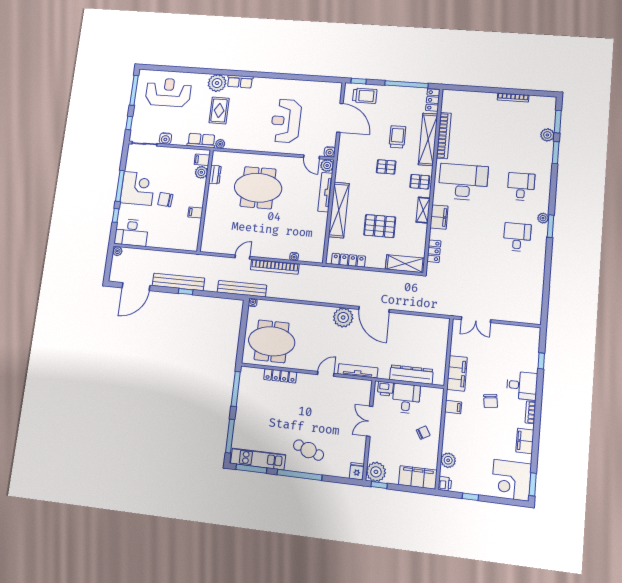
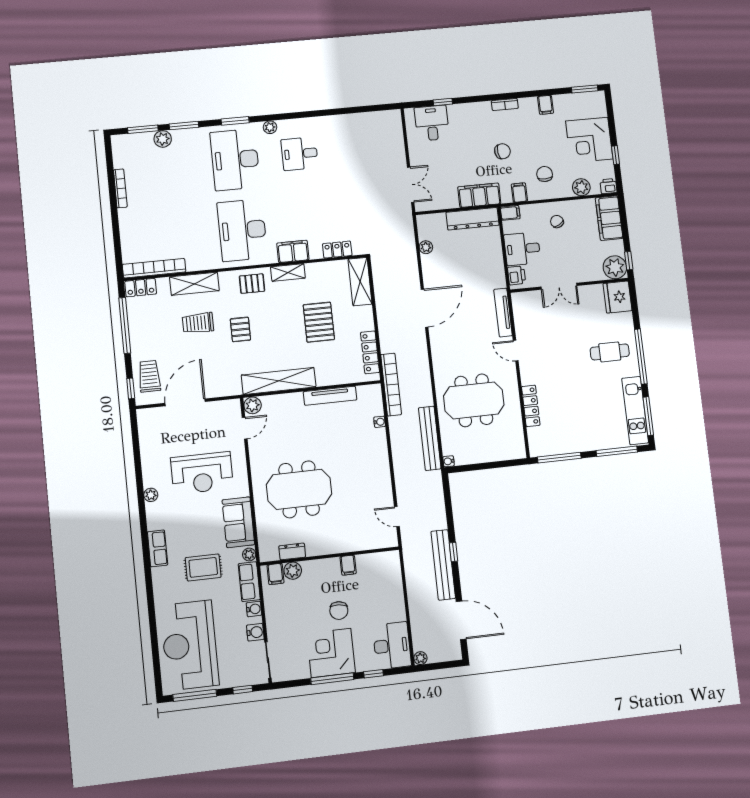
plant: (217, 83) -> (151, 495), moved, width x0.53, depth x0.53
reception desk: (168, 92) -> (190, 645), width x1.36, depth x1.30
bookcase: (444, 136) -> (154, 268), moved
shelving: (428, 139) -> (194, 284), width x0.68
sofa: (245, 140) -> (238, 522), added
water cooler: (330, 152) -> (254, 609), moved
pallet: (420, 182) -> (252, 284), turned 90
desk: (521, 187) -> (235, 160), width x1.87, depth x1.30
meeting table: (258, 188) -> (299, 489), turned 90
tv unit: (325, 192) -> (330, 396), moved
shelving: (339, 210) -> (279, 381), moved
window: (551, 226) -> (235, 121), moved
door: (242, 257) -> (397, 517), moved
bookcase: (275, 267) -> (391, 384), moved
bench: (242, 289) -> (430, 438), moved
plant: (343, 317) -> (426, 247), moved, width x0.53, depth x0.53
meeting table: (272, 341) -> (474, 400), moved, turned 90
dresser: (411, 375) -> (472, 219), moved, turned -90
desk: (522, 385) -> (432, 123), moved
filing cabinet: (438, 395) -> (510, 213), added
chair: (465, 432) -> (545, 174), added
filing cabinet: (525, 441) -> (546, 105), width x0.50
cafe table: (309, 450) -> (610, 352), turned 71
fridge: (357, 471) -> (617, 297), width x1.88, depth x1.34
corner desk: (511, 480) -> (589, 140), moved, turned 90

